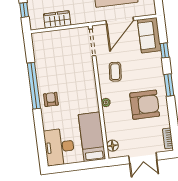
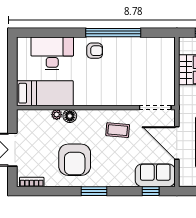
window: (165, 50) -> (151, 191), moved
plant: (106, 102) -> (57, 115), moved
floor lamp: (112, 146) -> (70, 116), moved
desk: (59, 147) -> (52, 53), moved

